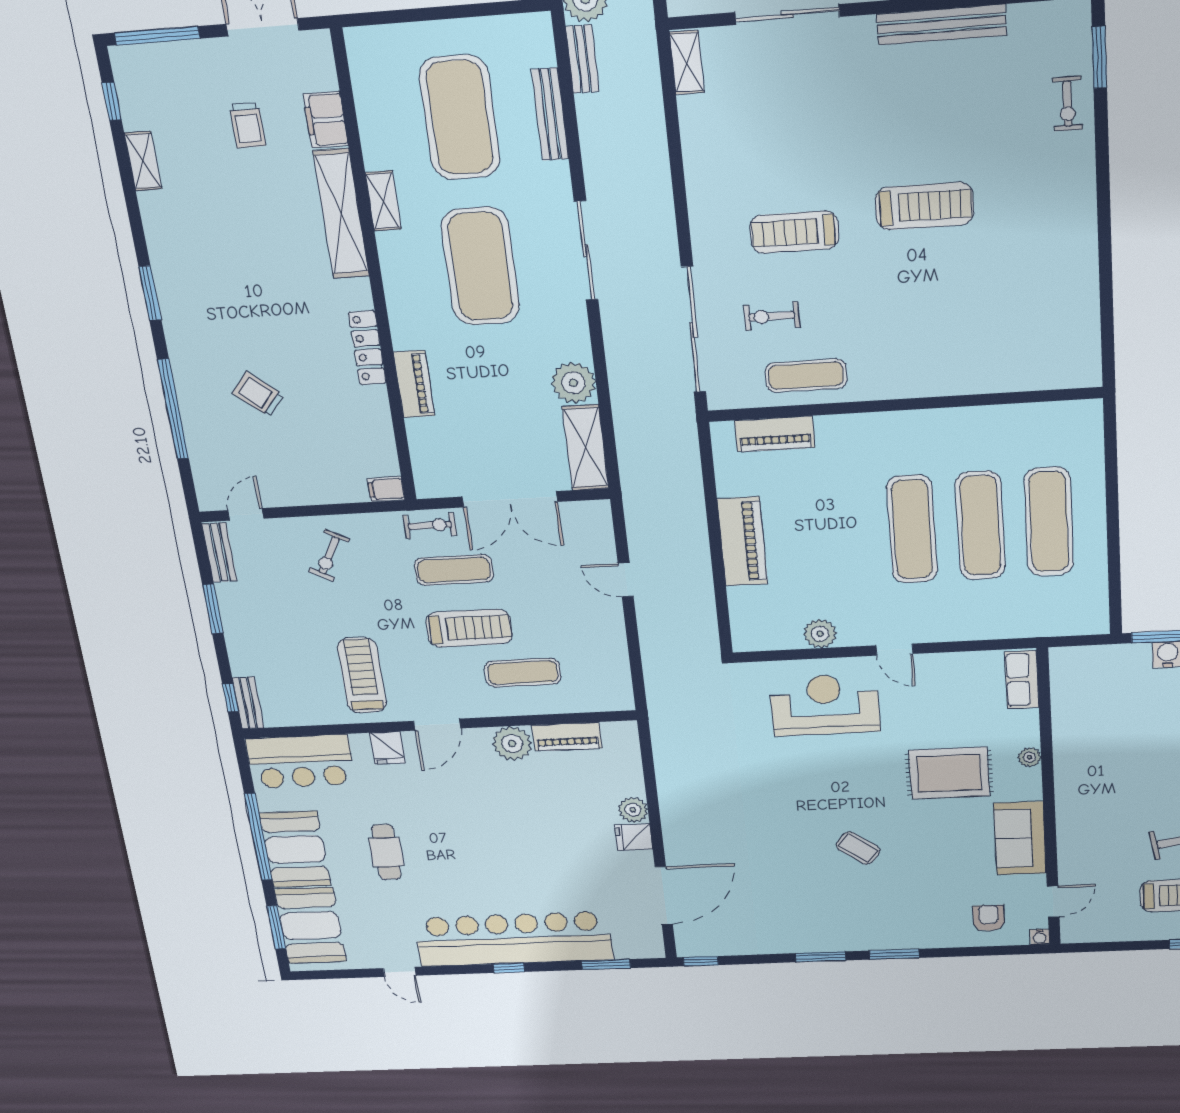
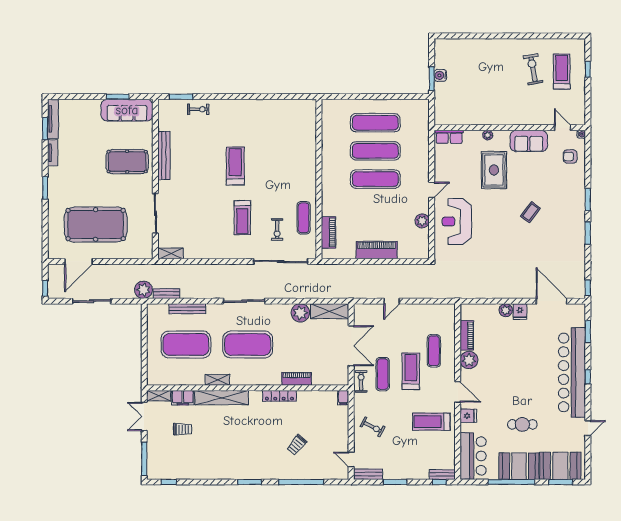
shelving: (143, 161) -> (159, 396), moved

